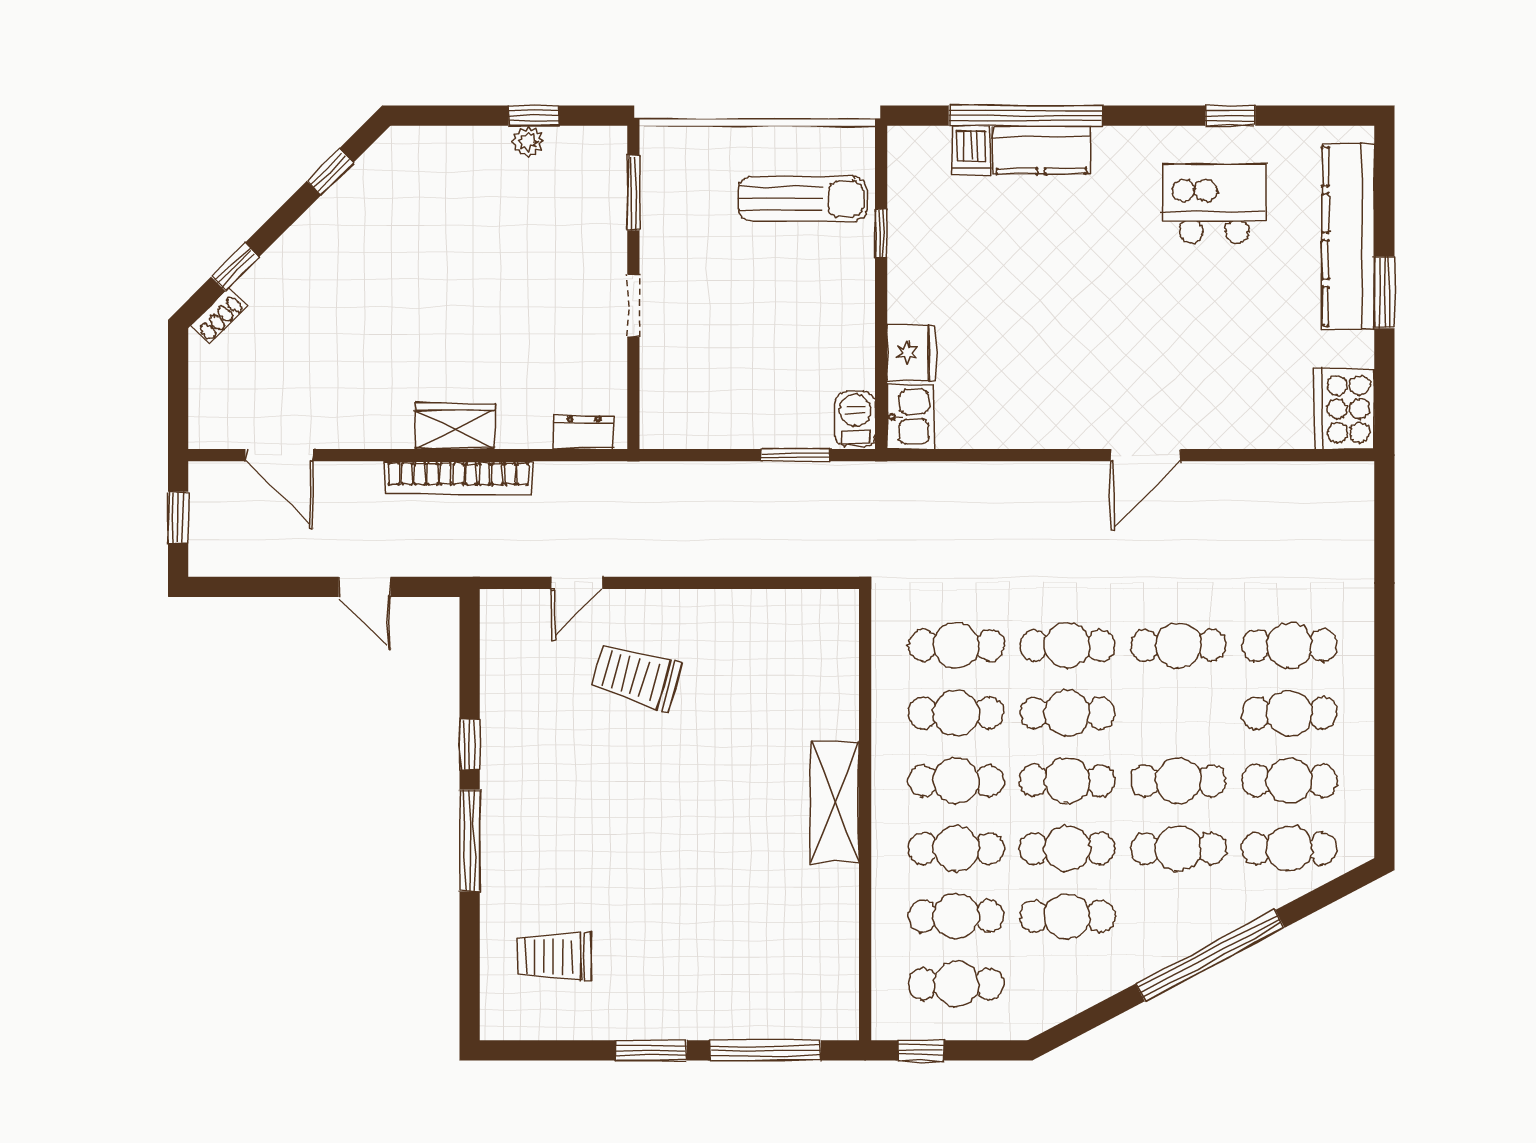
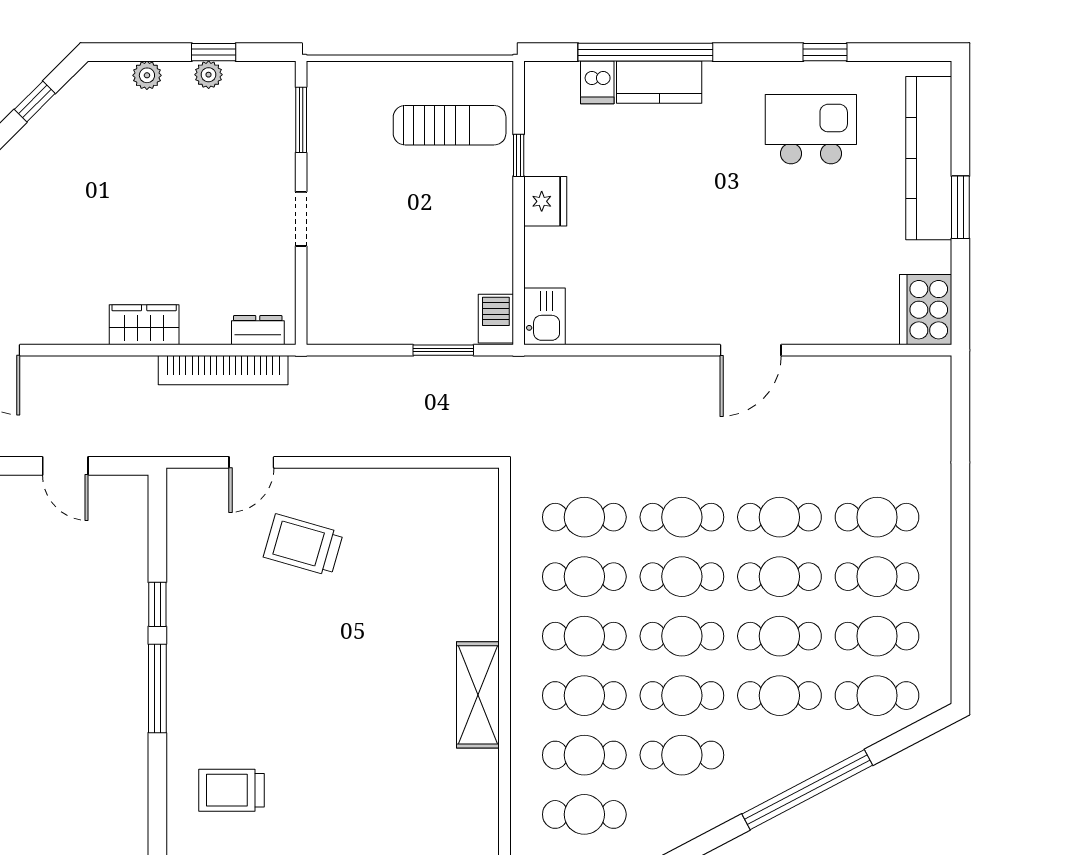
plant: (458, 142) -> (147, 75), added
fridge: (911, 353) -> (545, 201), moved
bookcase: (459, 478) -> (223, 370), moved
cafe table: (1178, 713) -> (779, 577), added
shelving: (835, 802) -> (478, 695), moved

